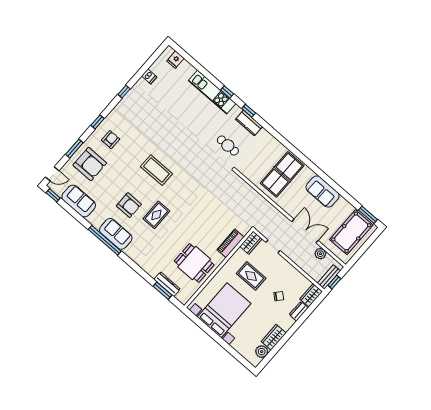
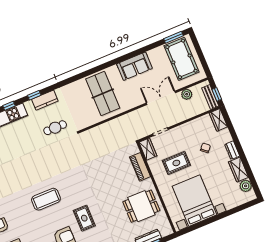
dresser: (299, 311) -> (232, 150), moved

